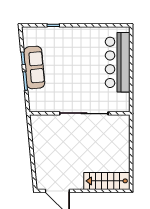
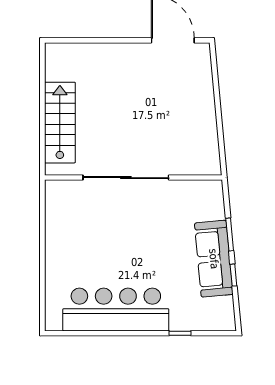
bar counter: (118, 62) -> (116, 309), moved, turned -90
stairs: (107, 181) -> (60, 123), moved, turned -90

